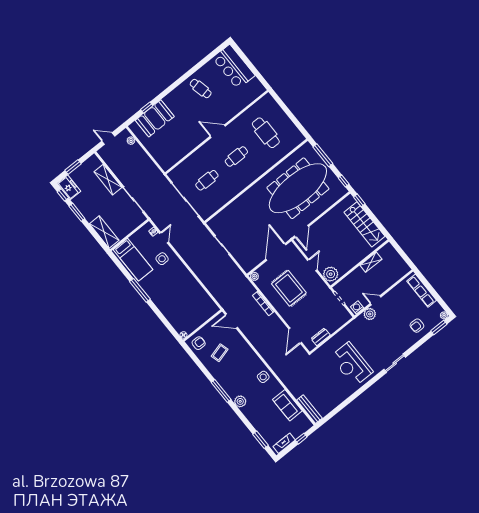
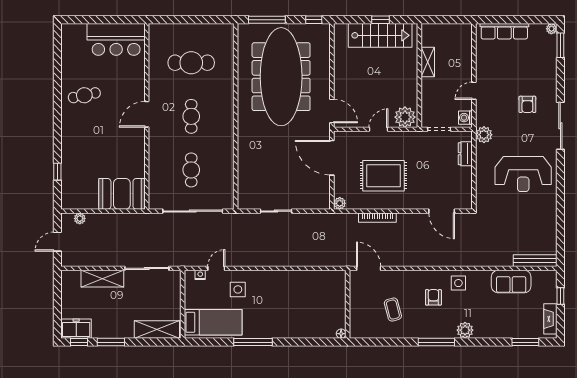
bar counter: (234, 67) -> (116, 39), moved
booth: (155, 118) -> (122, 194), moved, turned 90
window: (73, 167) -> (57, 306), removed
window: (359, 200) -> (381, 20), moved
door: (164, 238) -> (216, 268), hinge flipped
door: (312, 265) -> (378, 129), hinge flipped
plant: (370, 314) -> (484, 135), moved
door: (231, 321) -> (369, 268), swing flipped
armchair: (417, 326) -> (527, 104), moved
dresser: (321, 337) -> (465, 154), moved
armchair: (199, 343) -> (433, 297), moved
sliding door: (395, 363) -> (560, 126), width x1.37

